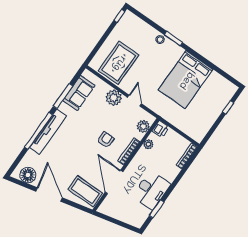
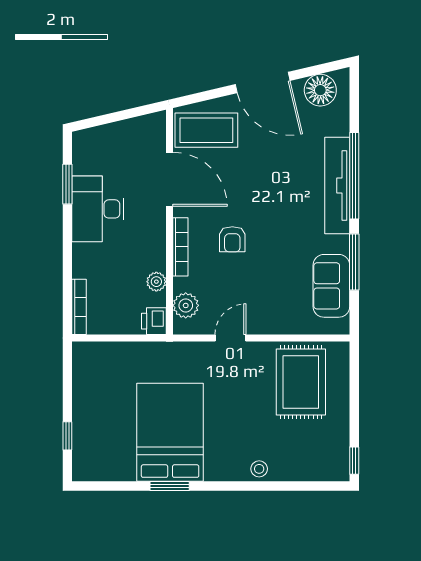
window: (173, 39) -> (170, 486), moved
plant: (114, 98) -> (268, 318), removed
door: (134, 101) -> (230, 338), swing flipped

